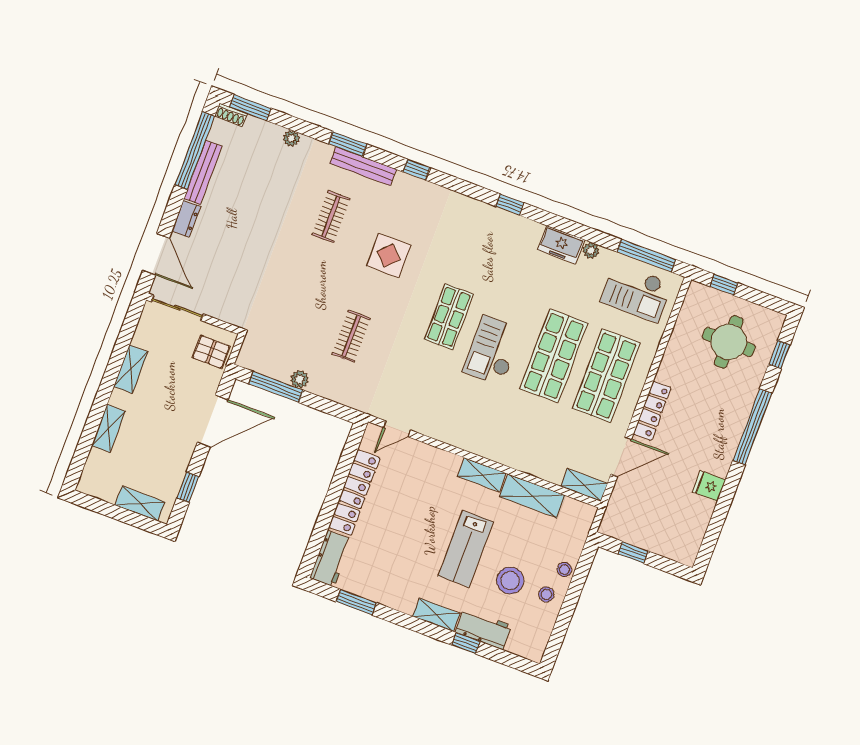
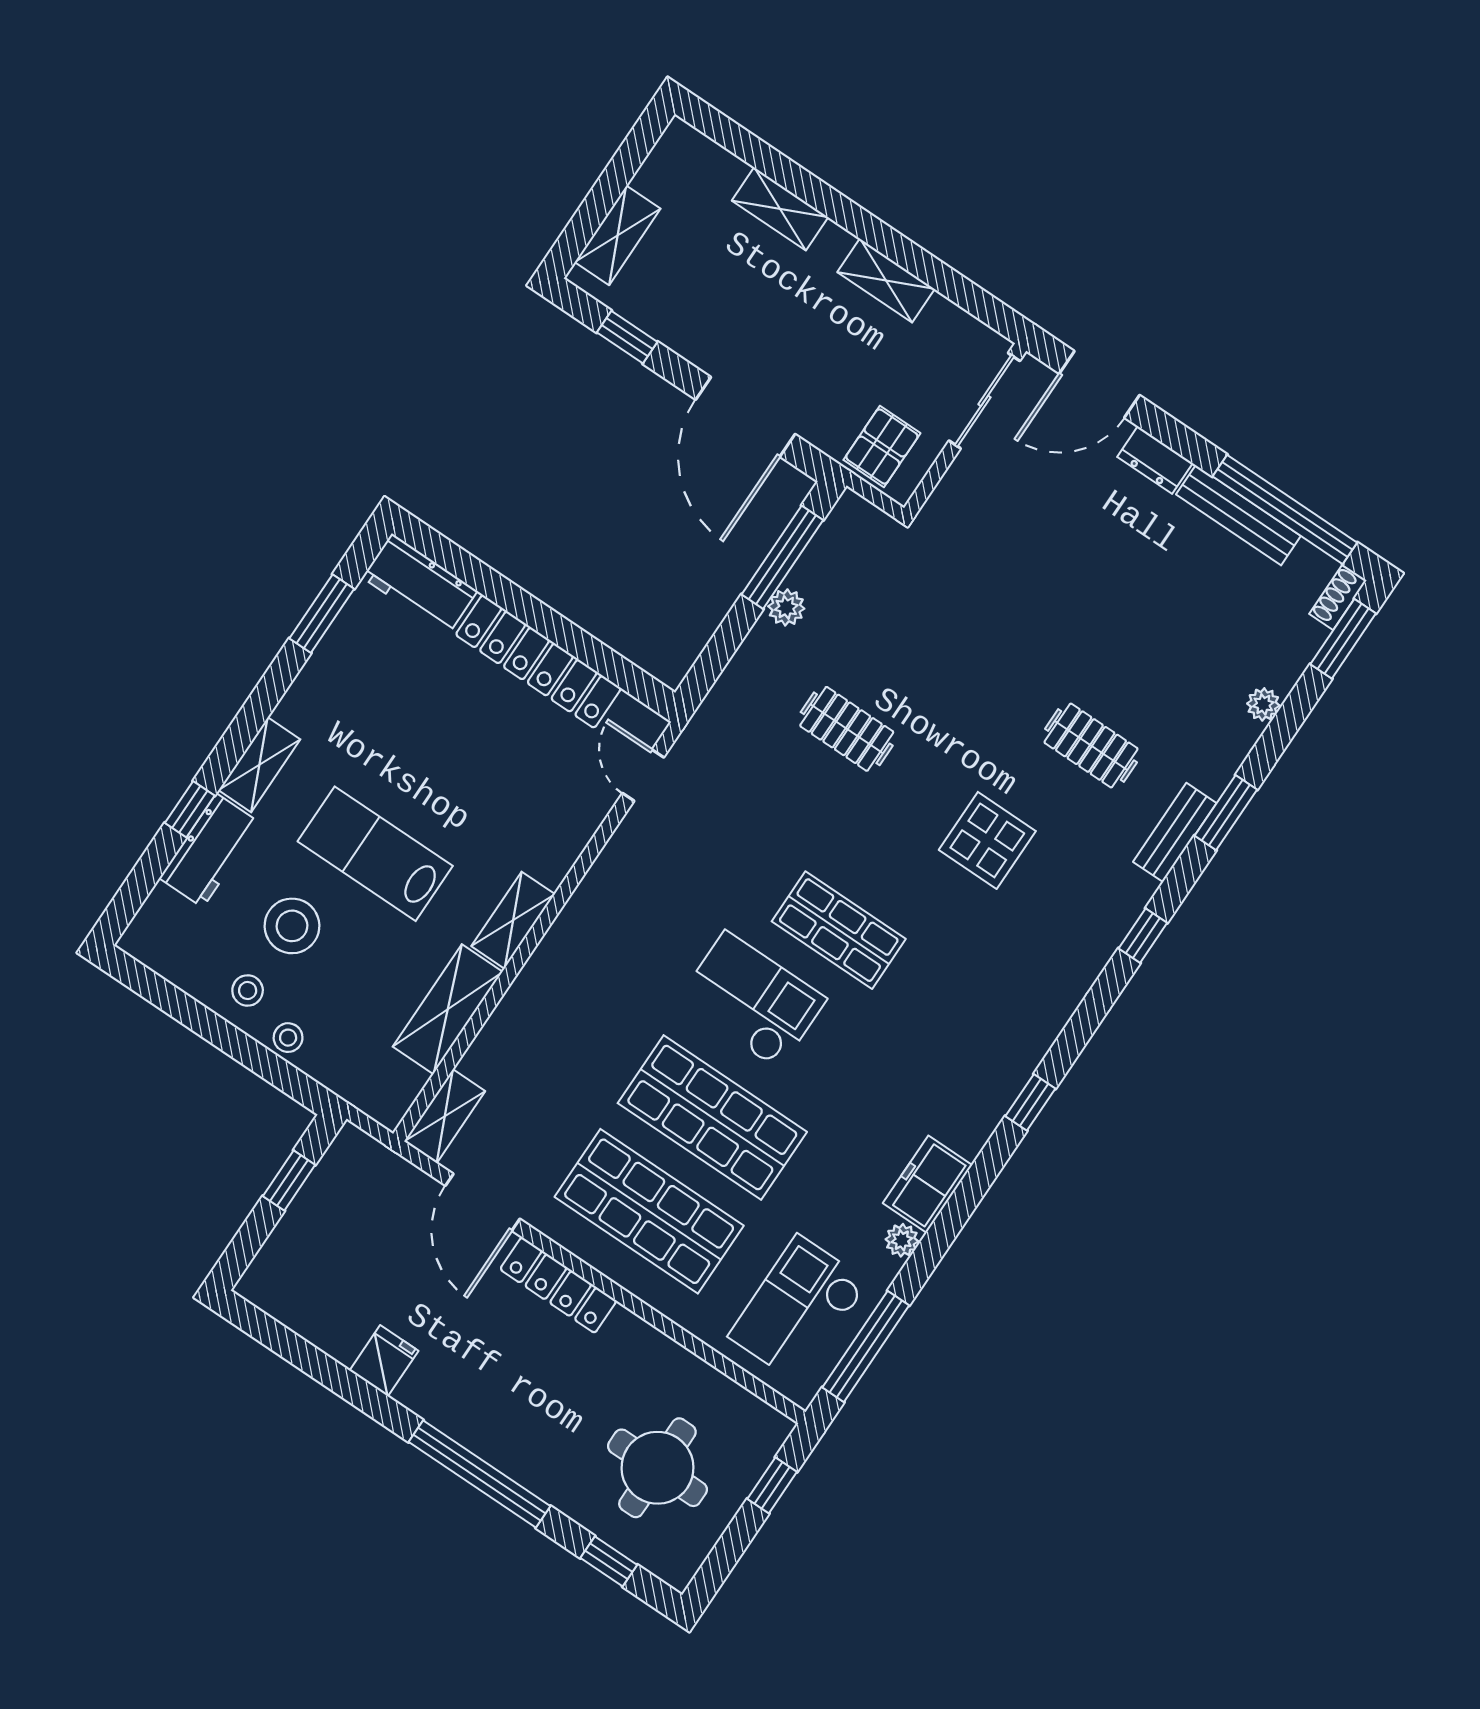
bench: (363, 166) -> (1175, 832), width x0.73

